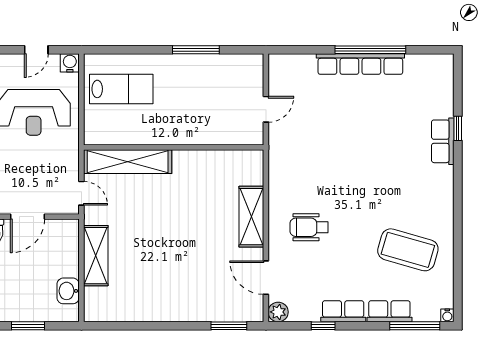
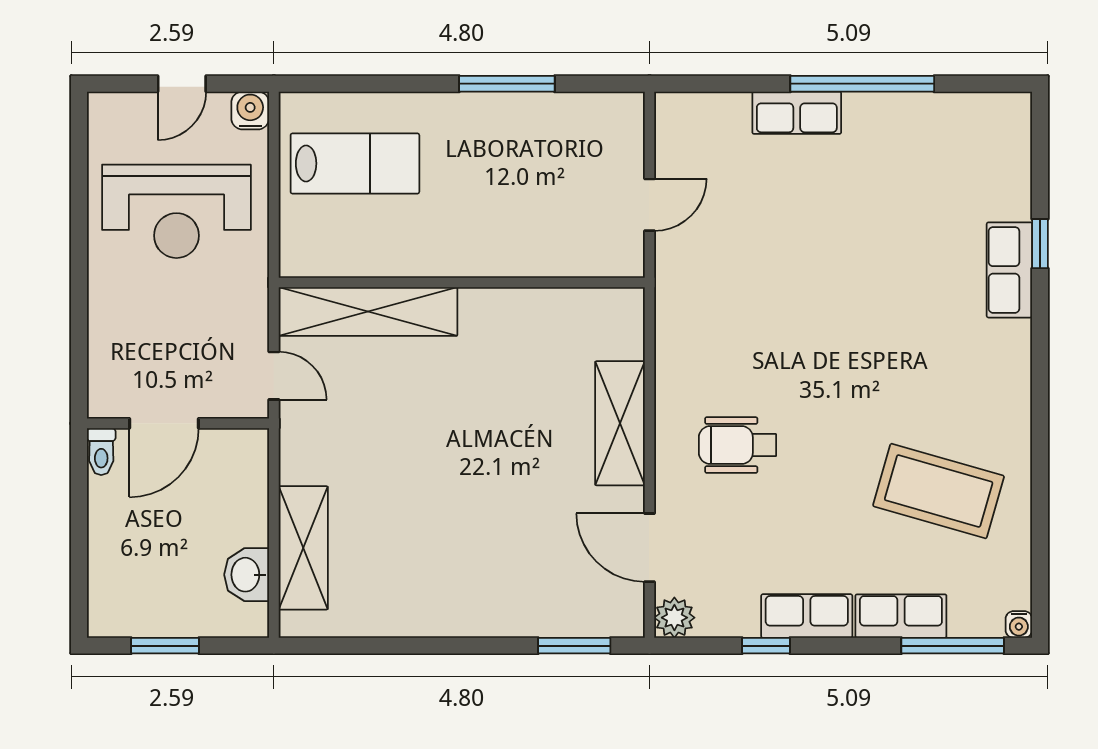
row of seats: (360, 64) -> (797, 113), width x0.50
shelving: (96, 256) -> (303, 548), moved

